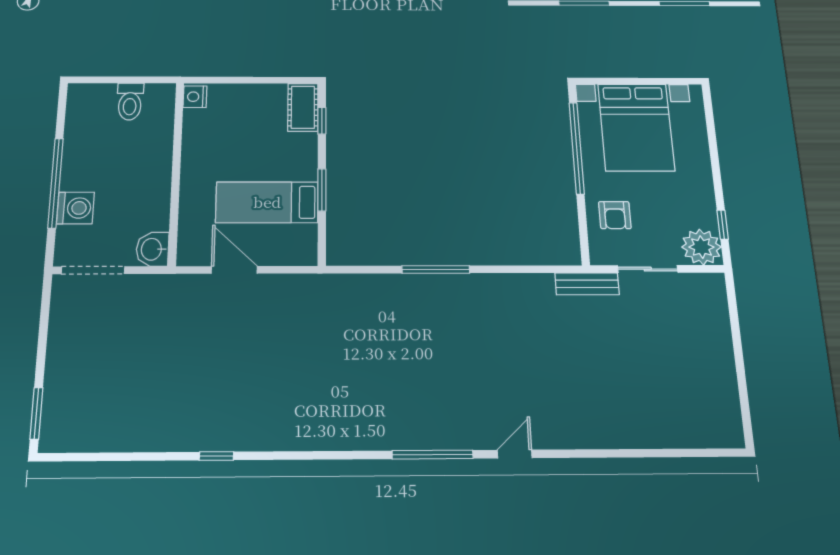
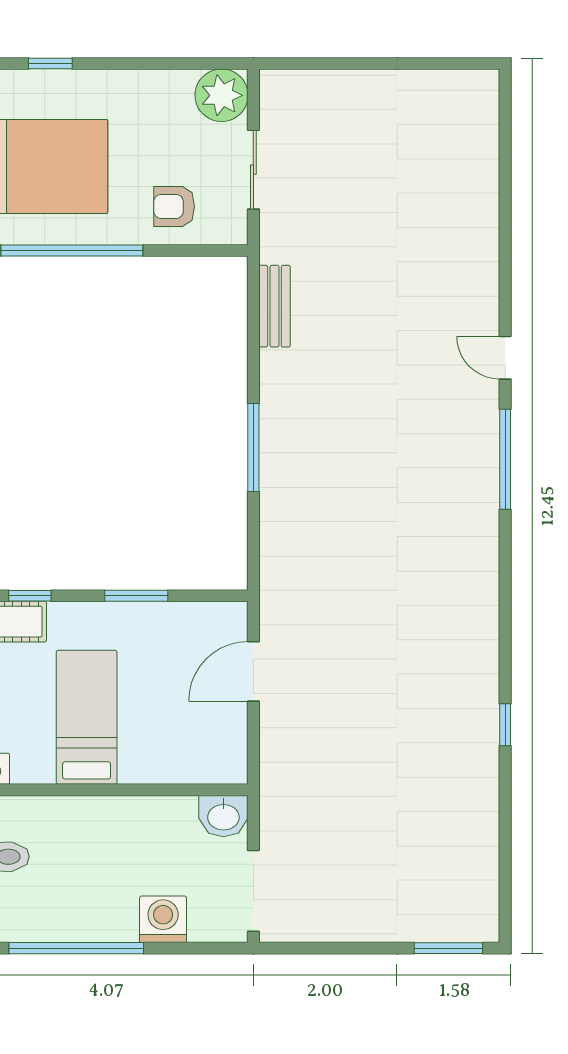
window: (56, 183) -> (76, 948), moved
bed: (267, 202) -> (87, 717), moved, turned 180
armchair: (615, 215) -> (174, 206), turned 180
window: (723, 225) -> (50, 63), moved
door: (234, 270) -> (253, 671), moved
bench: (587, 284) -> (274, 306), moved

